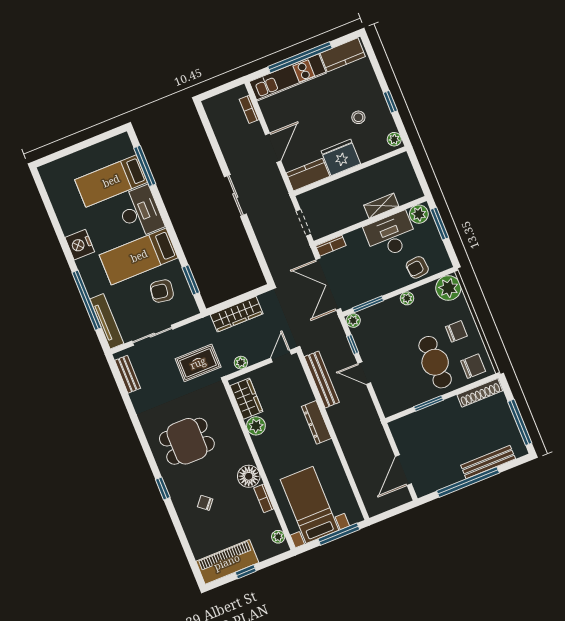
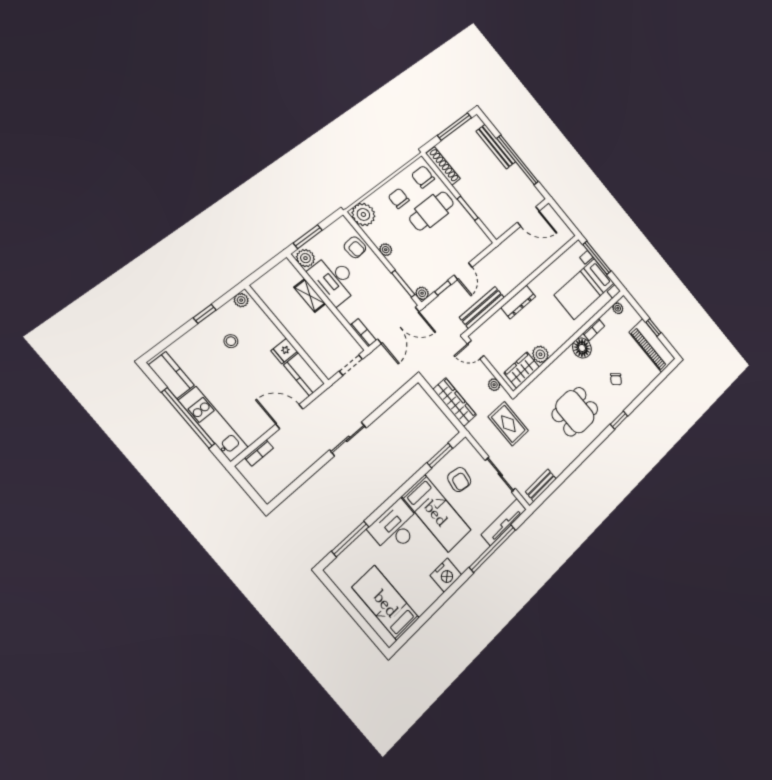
fridge: (341, 157) -> (284, 351), width x0.53, depth x0.75
bed: (111, 181) -> (386, 603), moved, turned 180
dining table: (187, 441) -> (575, 412), turned 90

